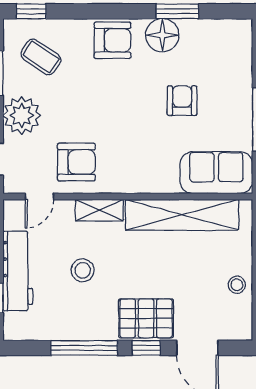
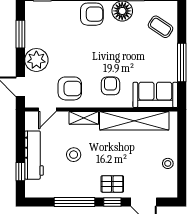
coffee table: (41, 57) -> (161, 27), moved
armchair: (182, 101) -> (110, 86), moved
pallet: (146, 318) -> (112, 184), width x0.67, depth x0.71

